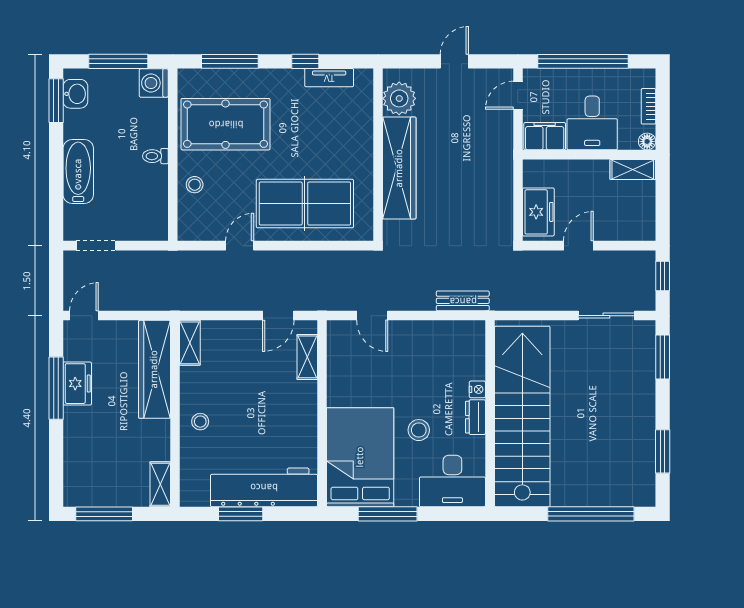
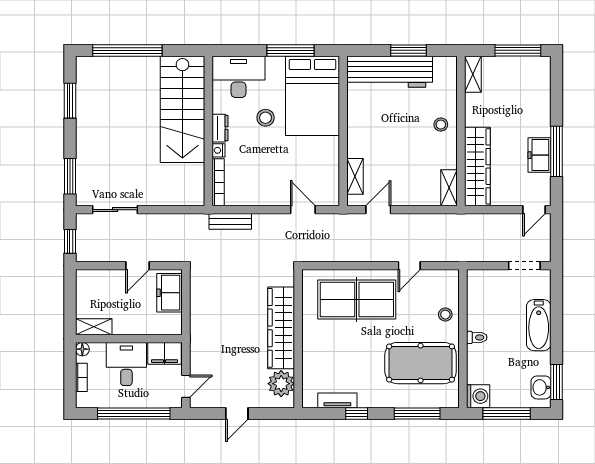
bookcase: (478, 350) -> (218, 182), added
stairs: (522, 416) -> (182, 109), width x0.73

